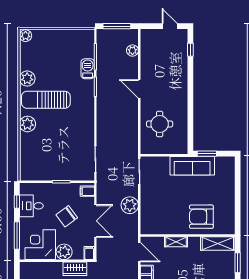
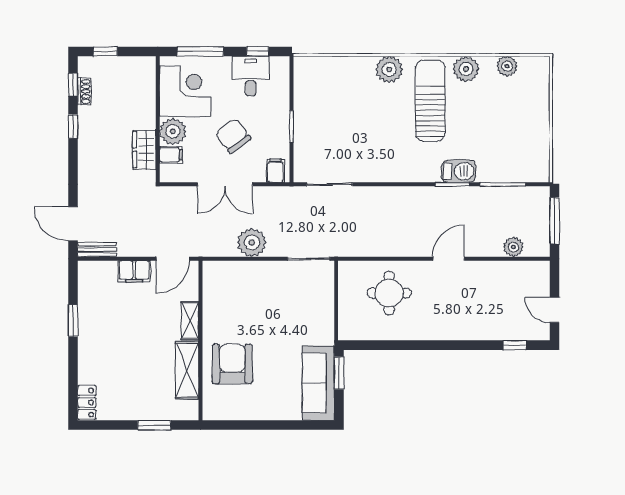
door: (170, 26) -> (555, 310), swing flipped
plant: (26, 36) -> (507, 66), moved
barbecue: (88, 69) -> (459, 171), moved
sofa: (192, 166) -> (318, 383), moved
shelving: (218, 243) -> (187, 370), moved
filing cabinet: (89, 253) -> (171, 155), moved

